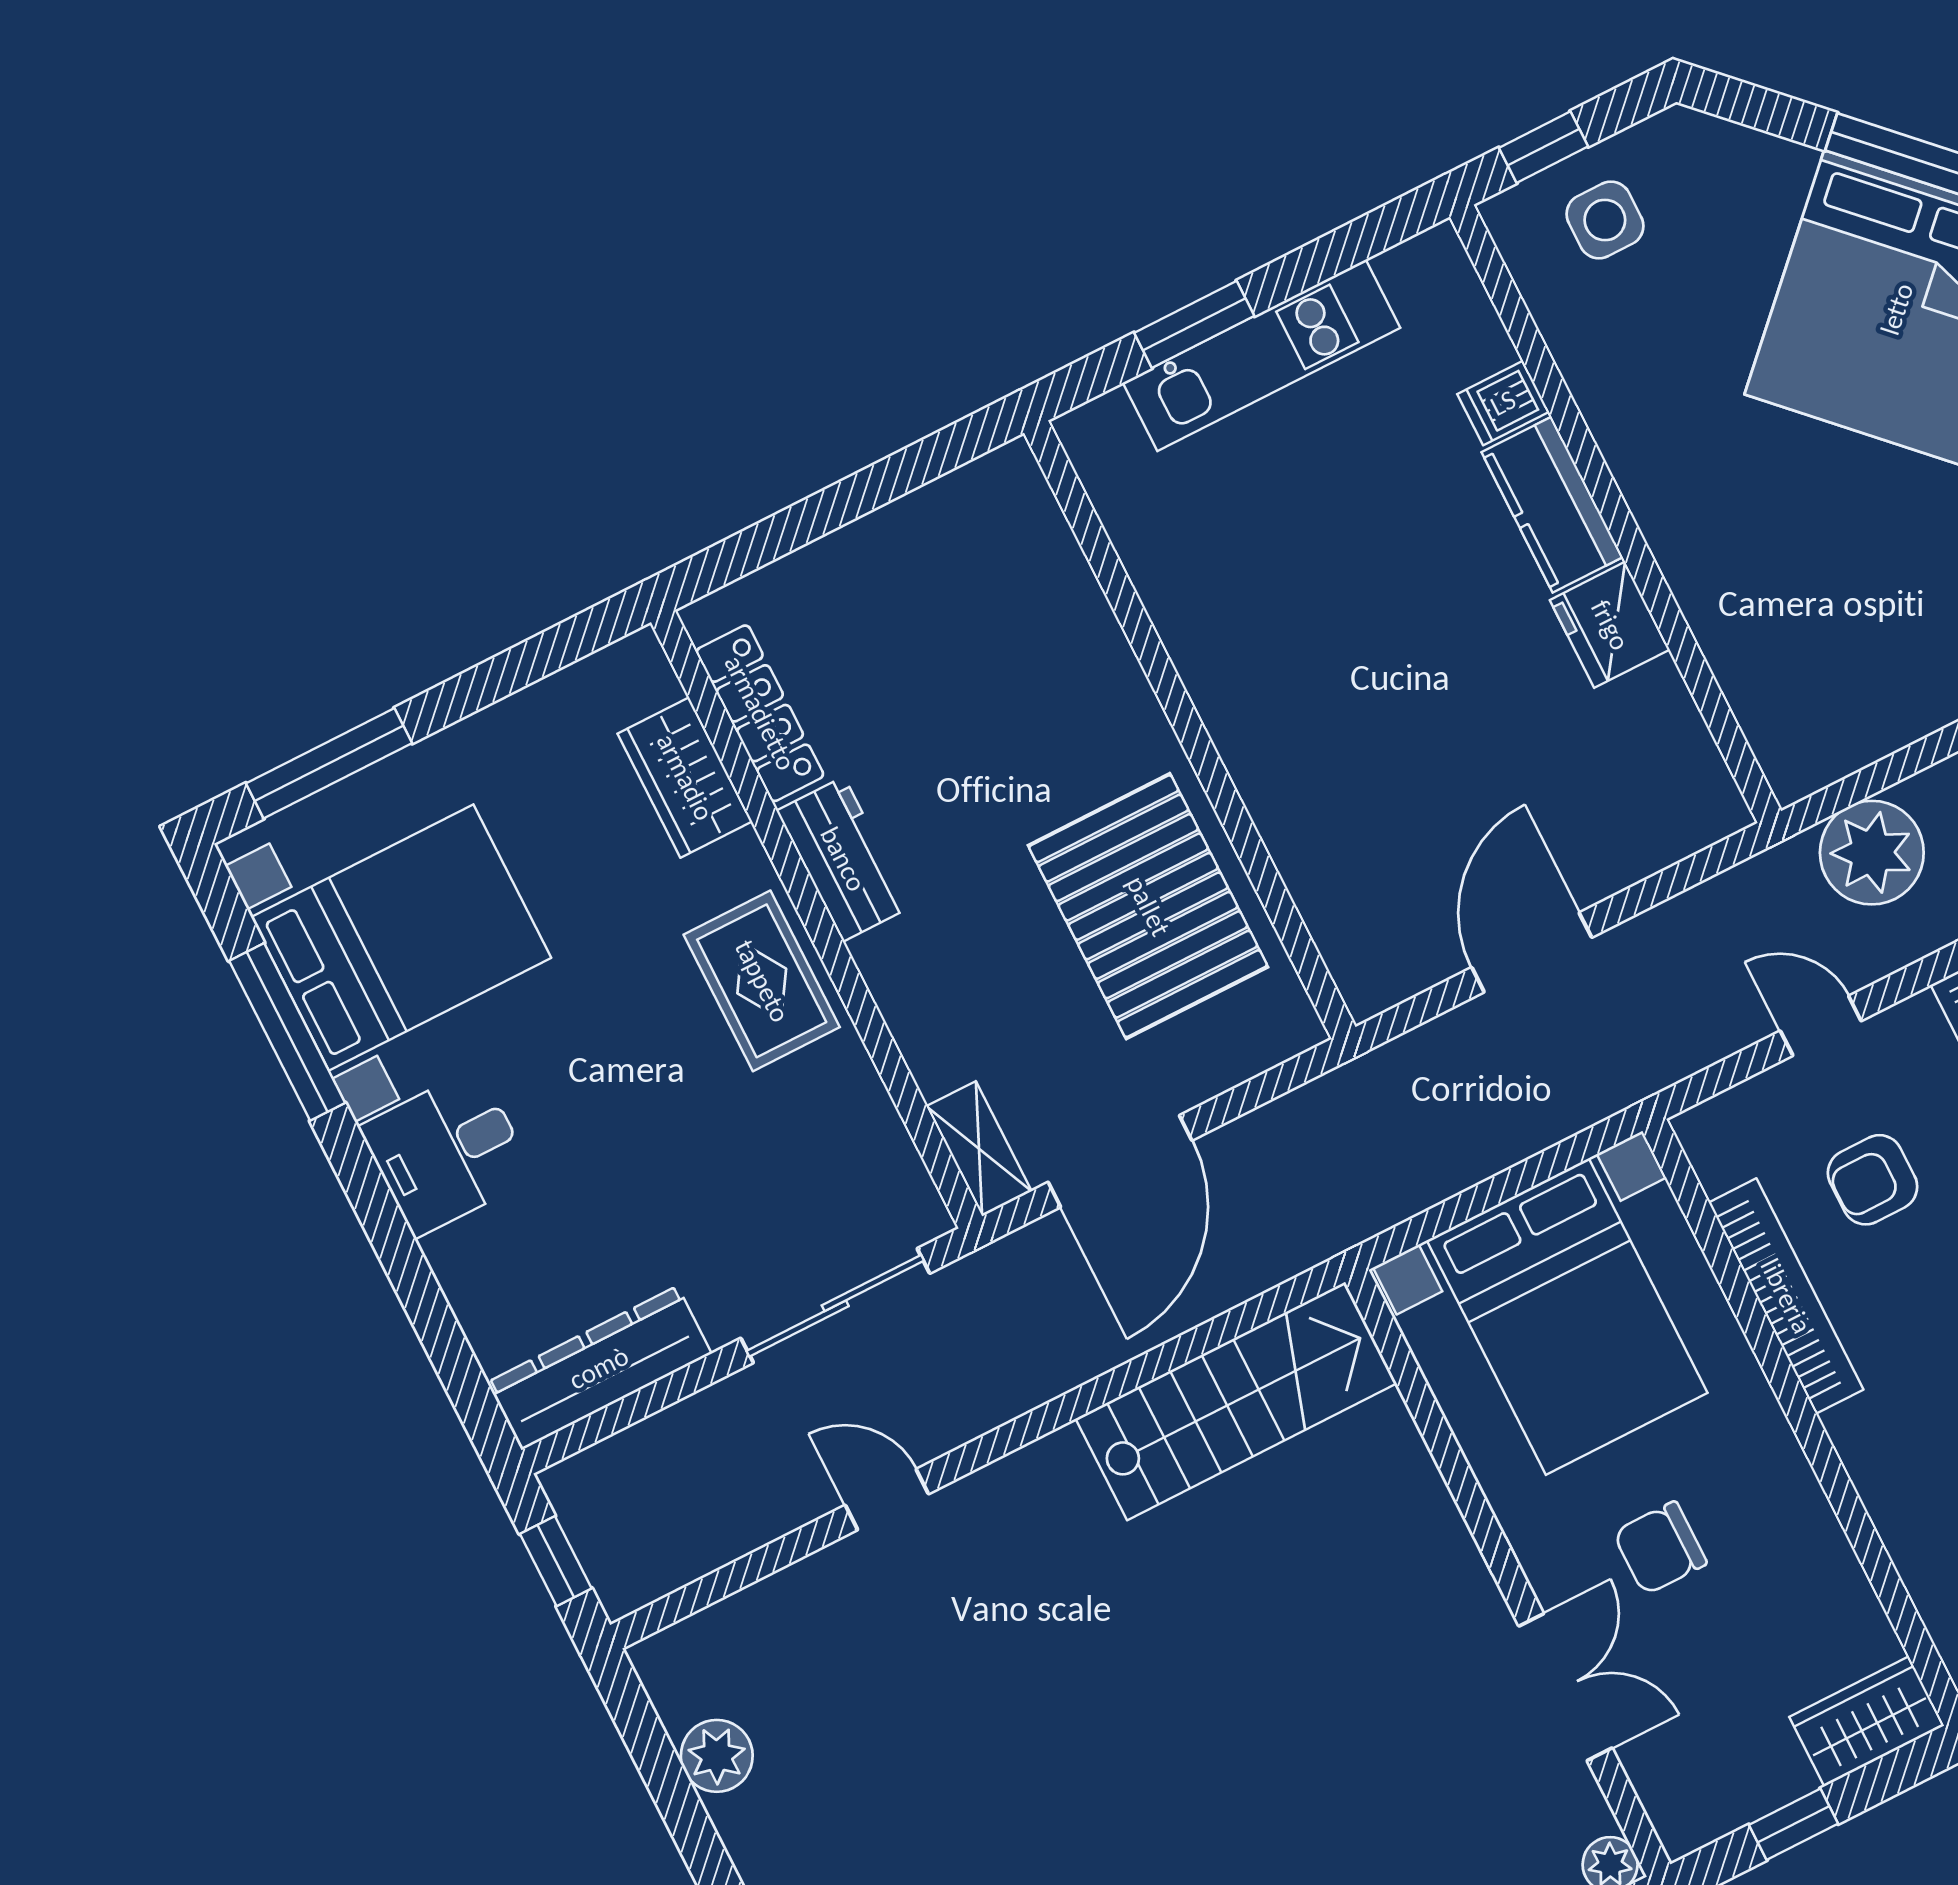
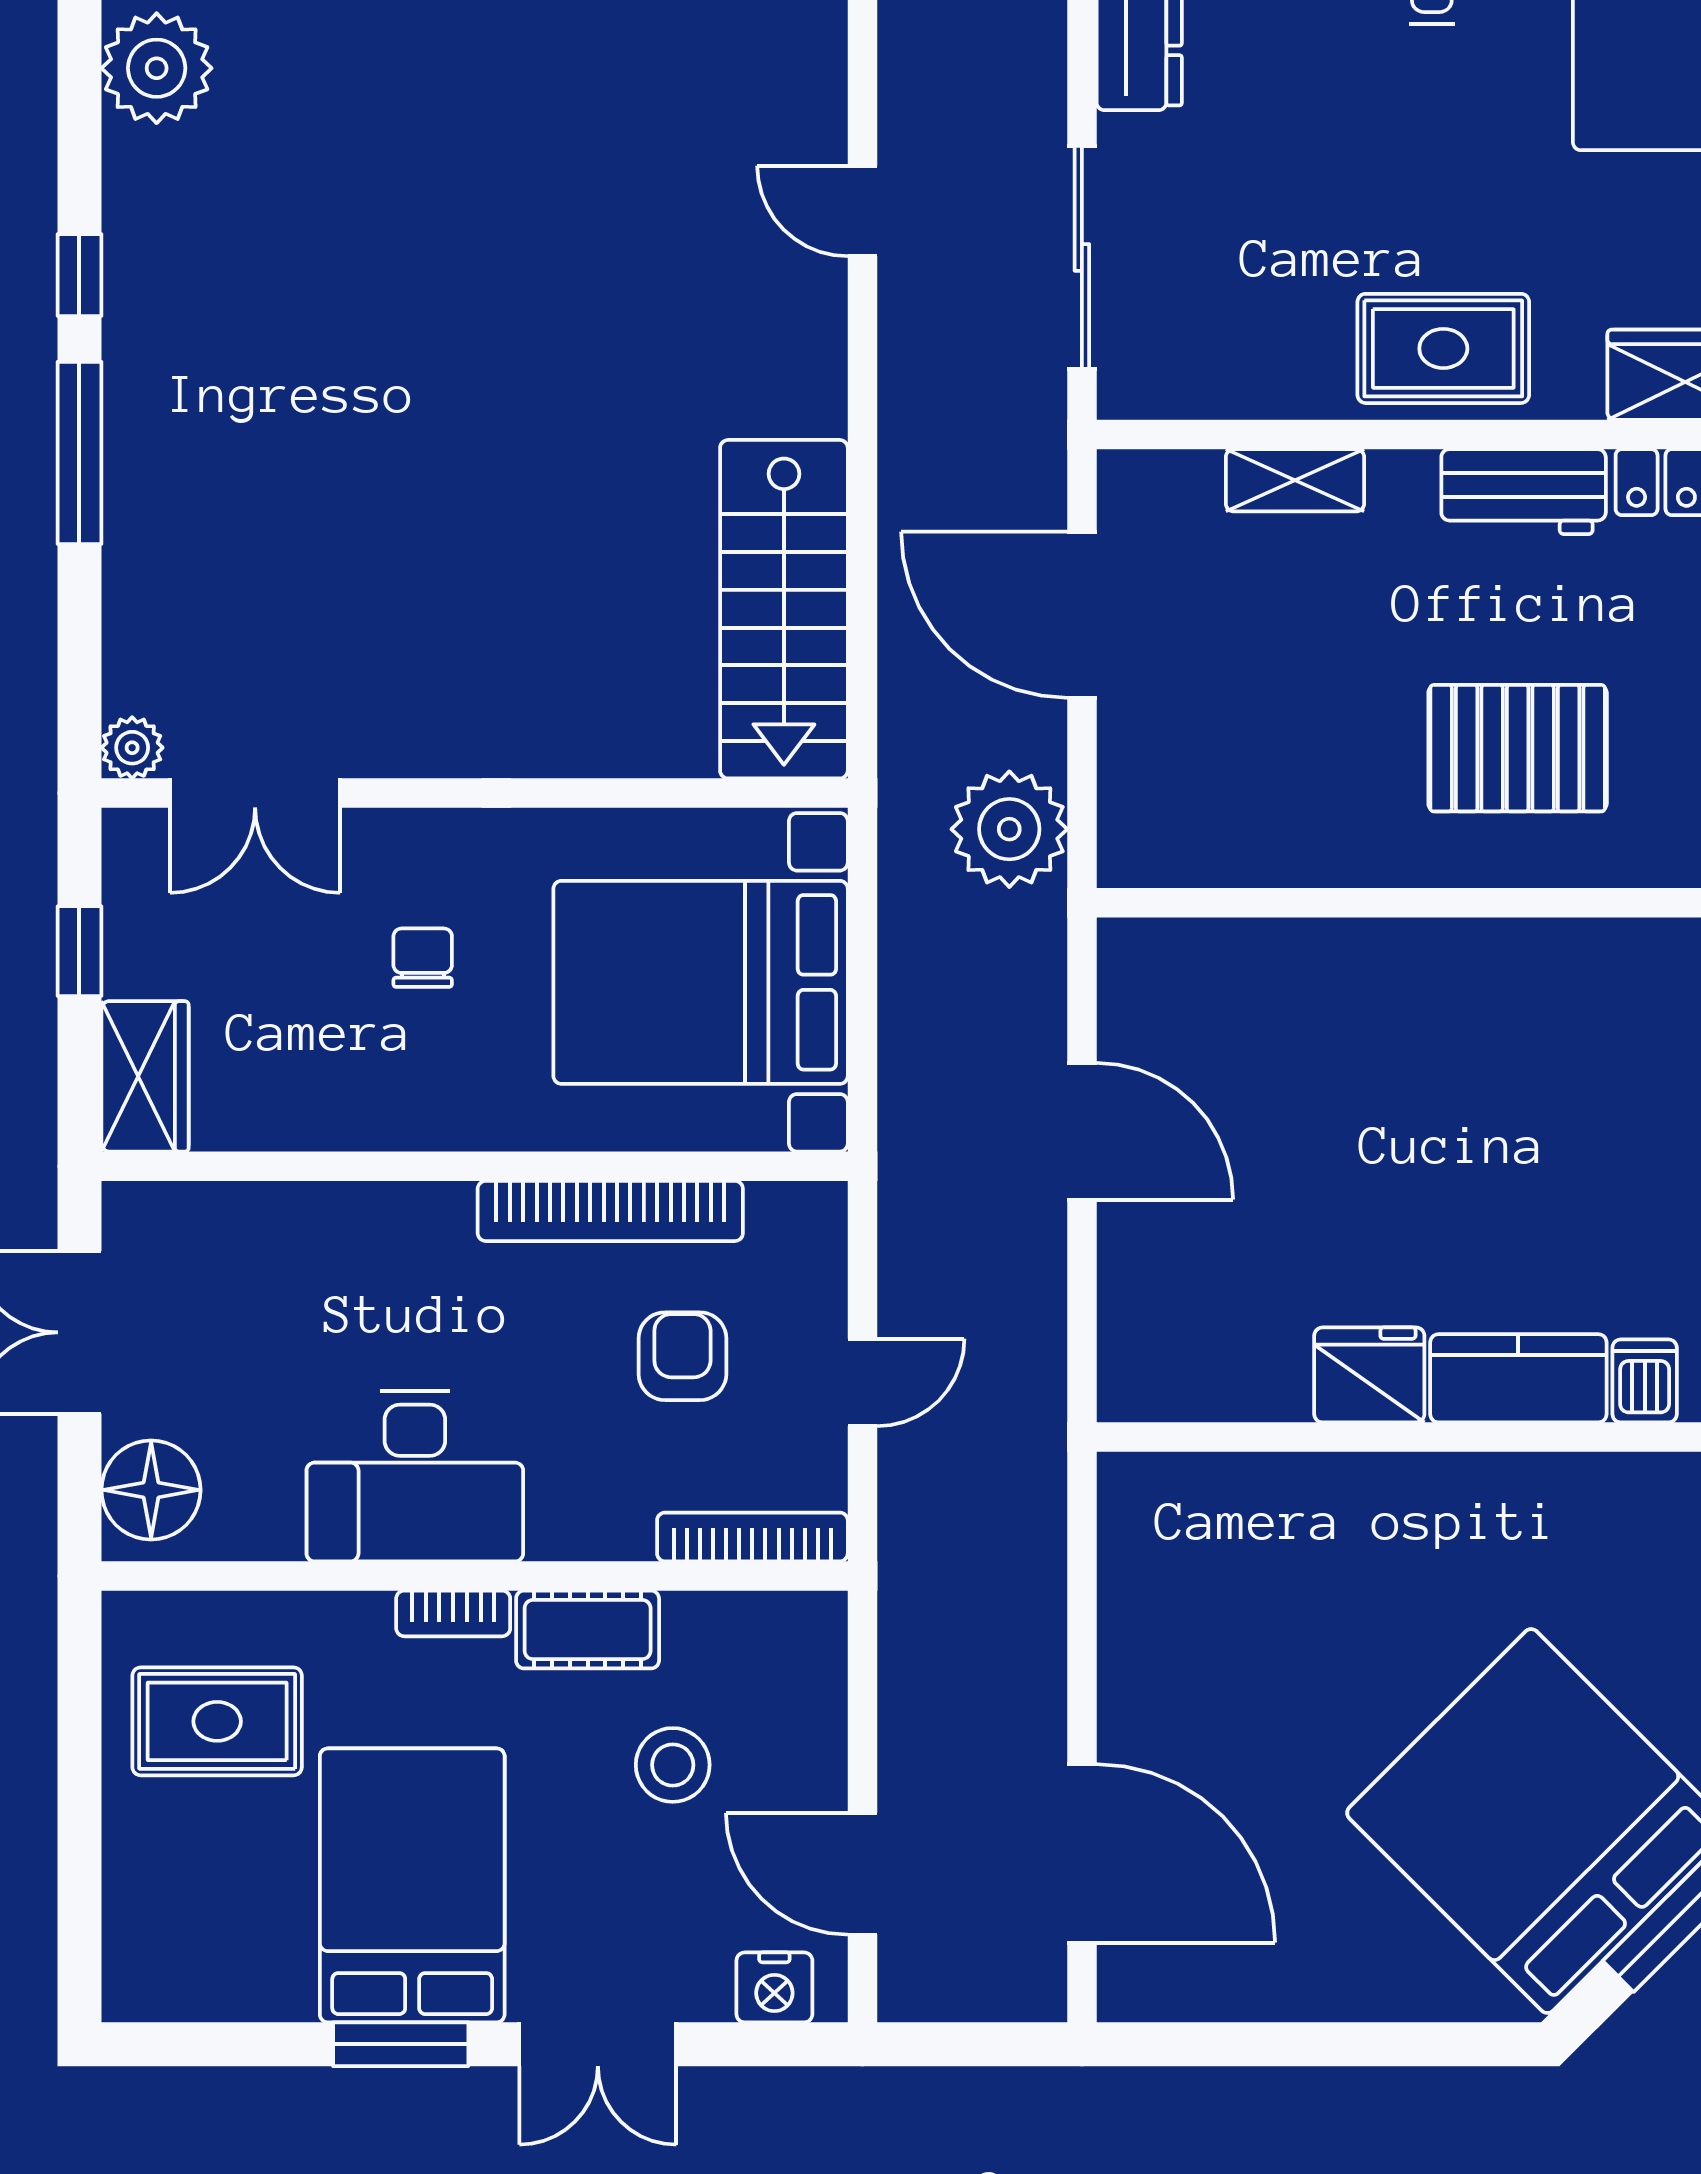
plant: (1872, 853) -> (1009, 829), moved
pallet: (1148, 906) -> (1518, 748), moved, width x0.73, depth x0.71
shelving: (979, 1149) -> (1295, 480), moved
door: (887, 1499) -> (862, 211), swing flipped
chair: (1660, 1548) -> (423, 958), width x0.73, depth x0.73
double door: (1565, 1687) -> (255, 793), moved

